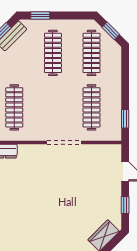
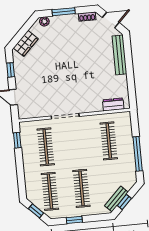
window: (40, 16) -> (74, 220), moved

